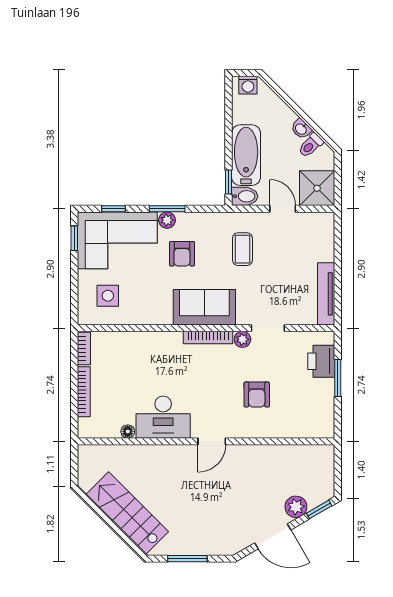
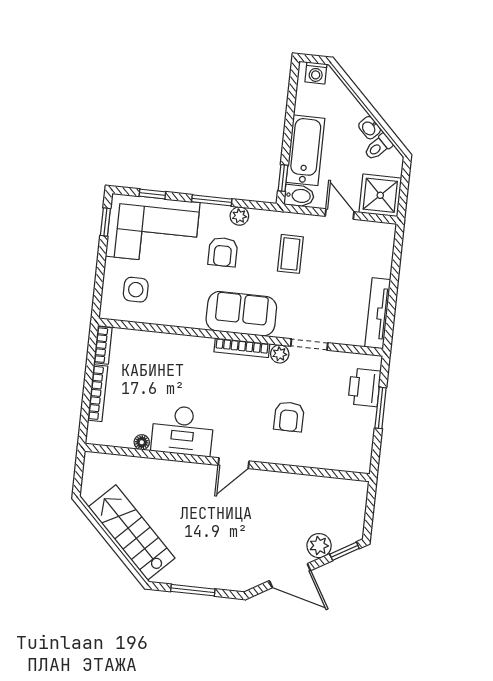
plant: (167, 220) -> (239, 216), moved

